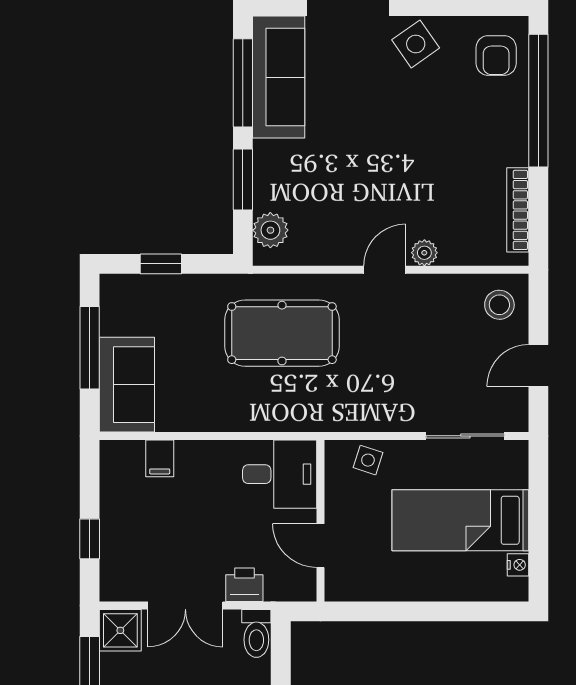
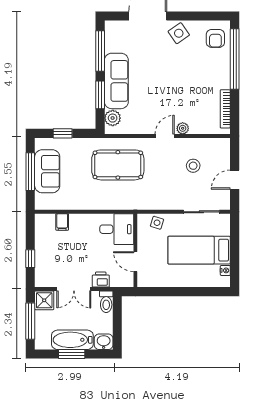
sofa: (279, 77) -> (116, 81), moved
stool: (499, 305) -> (193, 166), moved
sofa: (127, 385) -> (47, 171), moved

